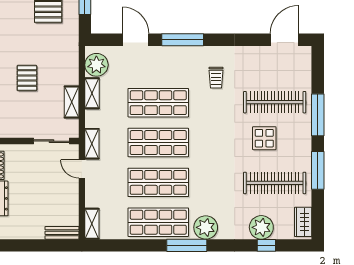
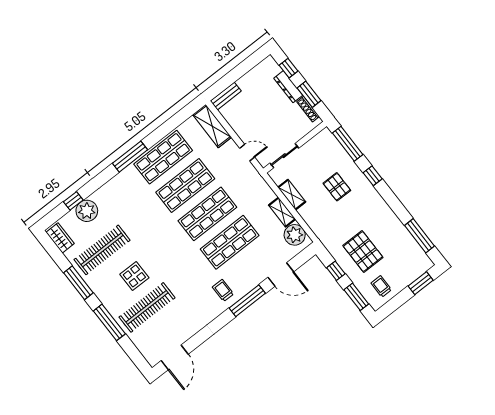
trolley: (216, 78) -> (223, 290), moved
shelving: (92, 144) -> (254, 176), removed
shelving: (92, 224) -> (212, 126), width x1.50, depth x1.33
plant: (206, 227) -> (126, 180), removed

